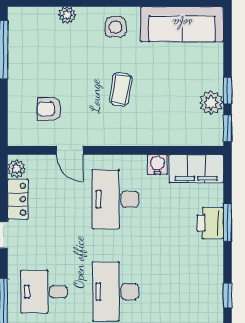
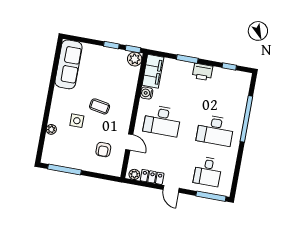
side table: (116, 27) -> (77, 121), moved
plant: (211, 103) -> (135, 59), moved
door: (70, 150) -> (129, 142), hinge flipped
printer: (210, 223) -> (202, 72), moved

